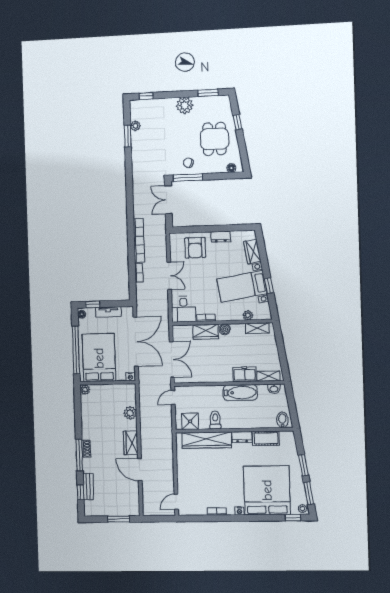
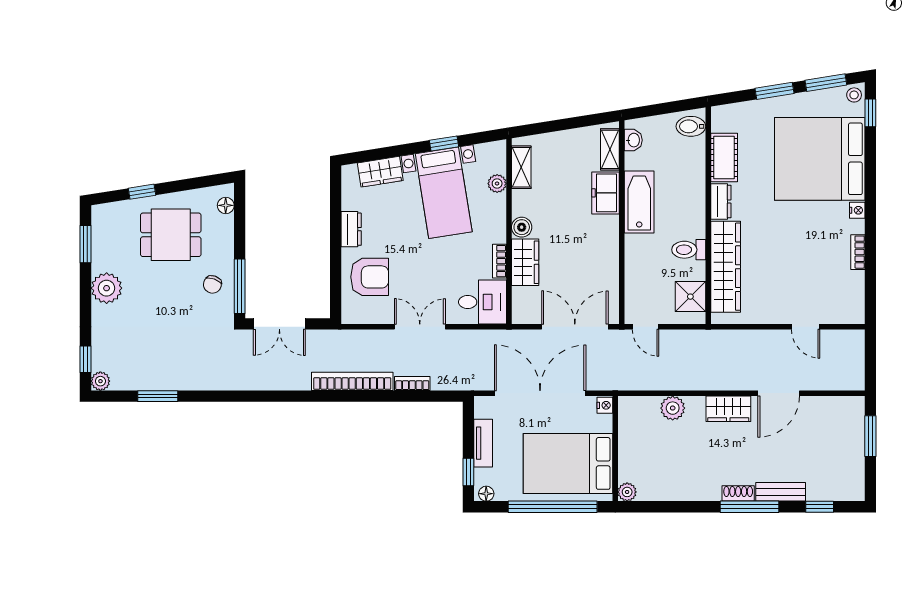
plant: (135, 126) -> (100, 381), moved
bench: (88, 486) -> (781, 492), moved
door: (176, 502) -> (806, 327), moved

